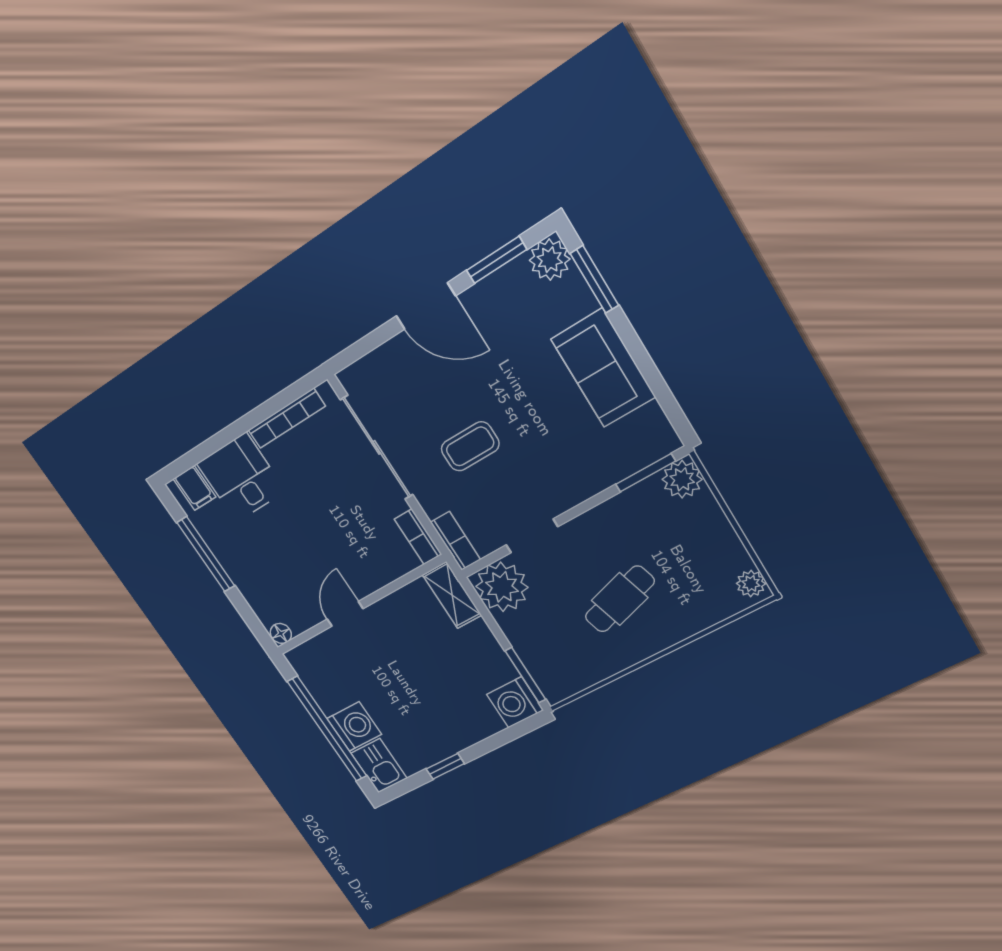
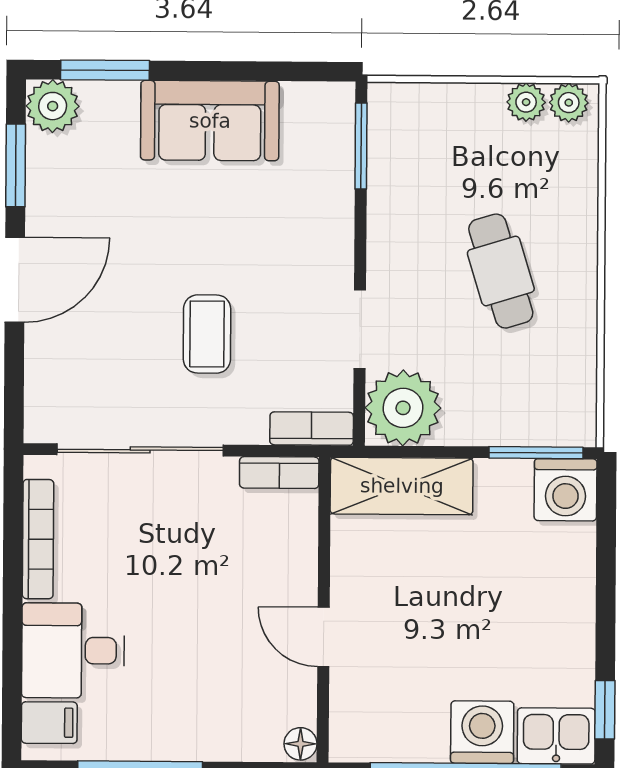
plant: (682, 479) -> (526, 102), moved, width x0.73, depth x0.73
shelving: (452, 595) -> (402, 486), width x1.50, depth x1.33
window: (445, 766) -> (605, 710), moved

